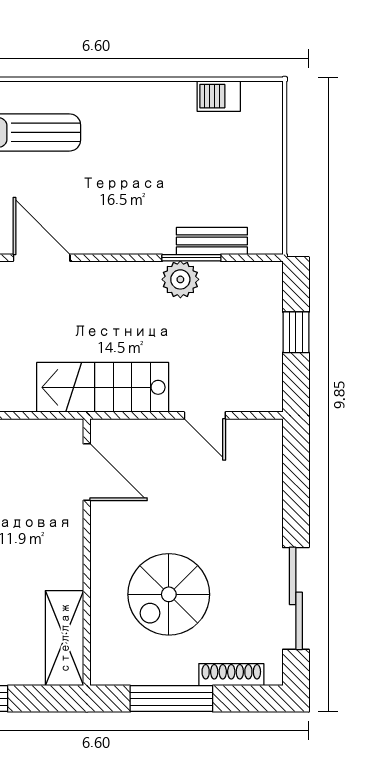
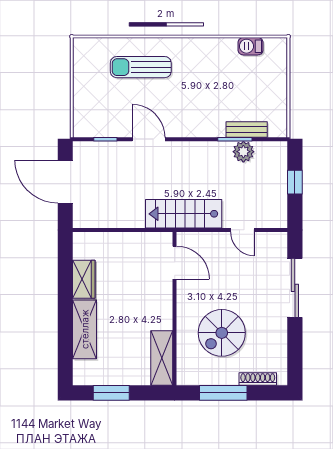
plant: (180, 279) -> (243, 152), moved
sliding door: (296, 598) -> (295, 288), moved

